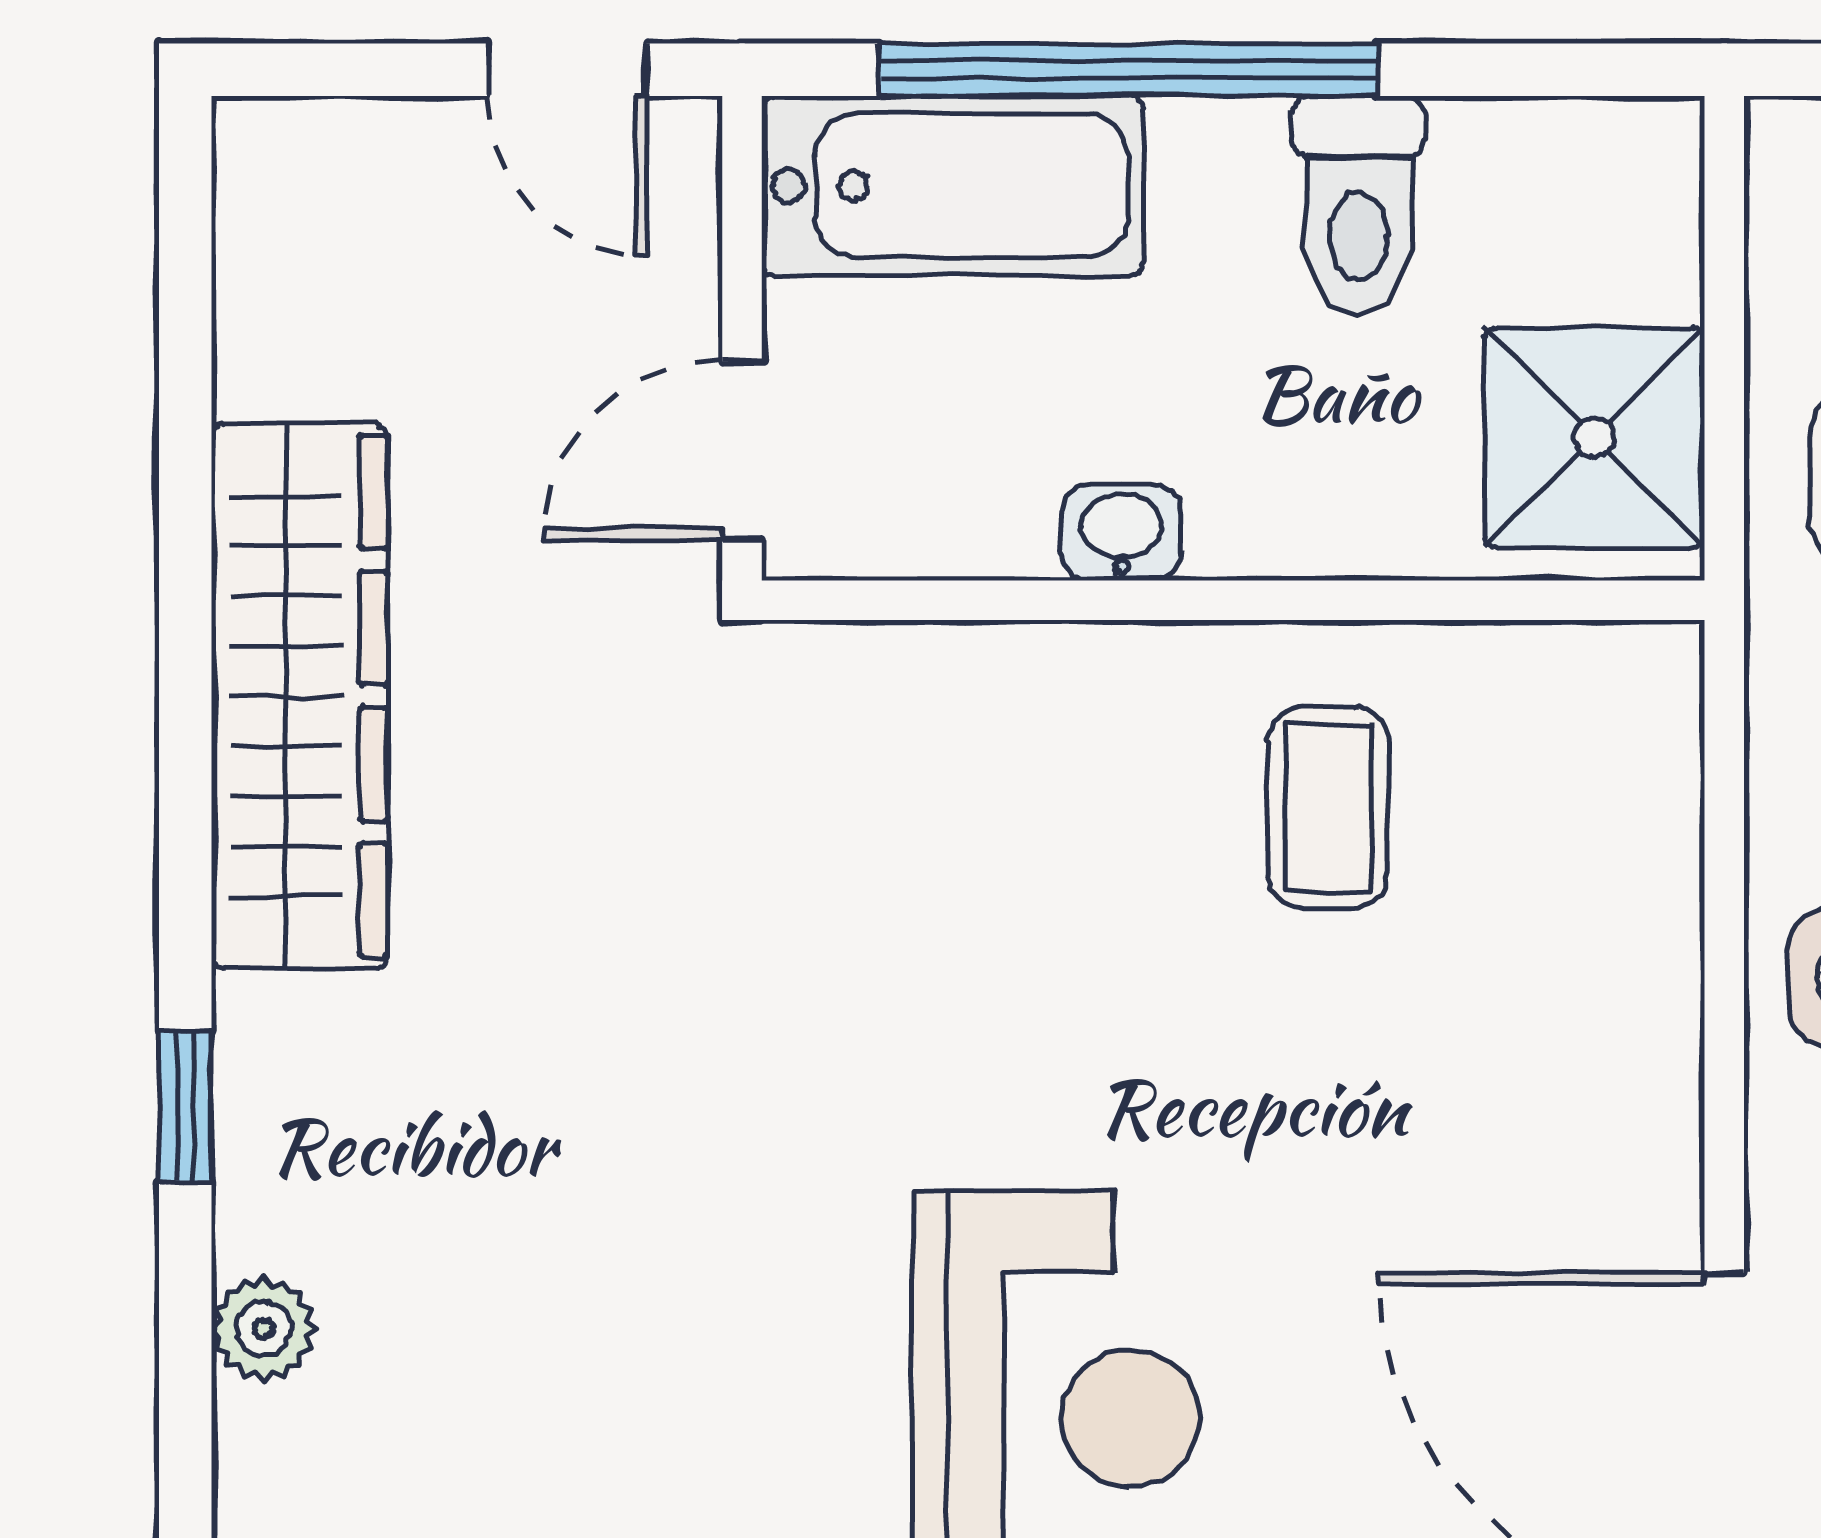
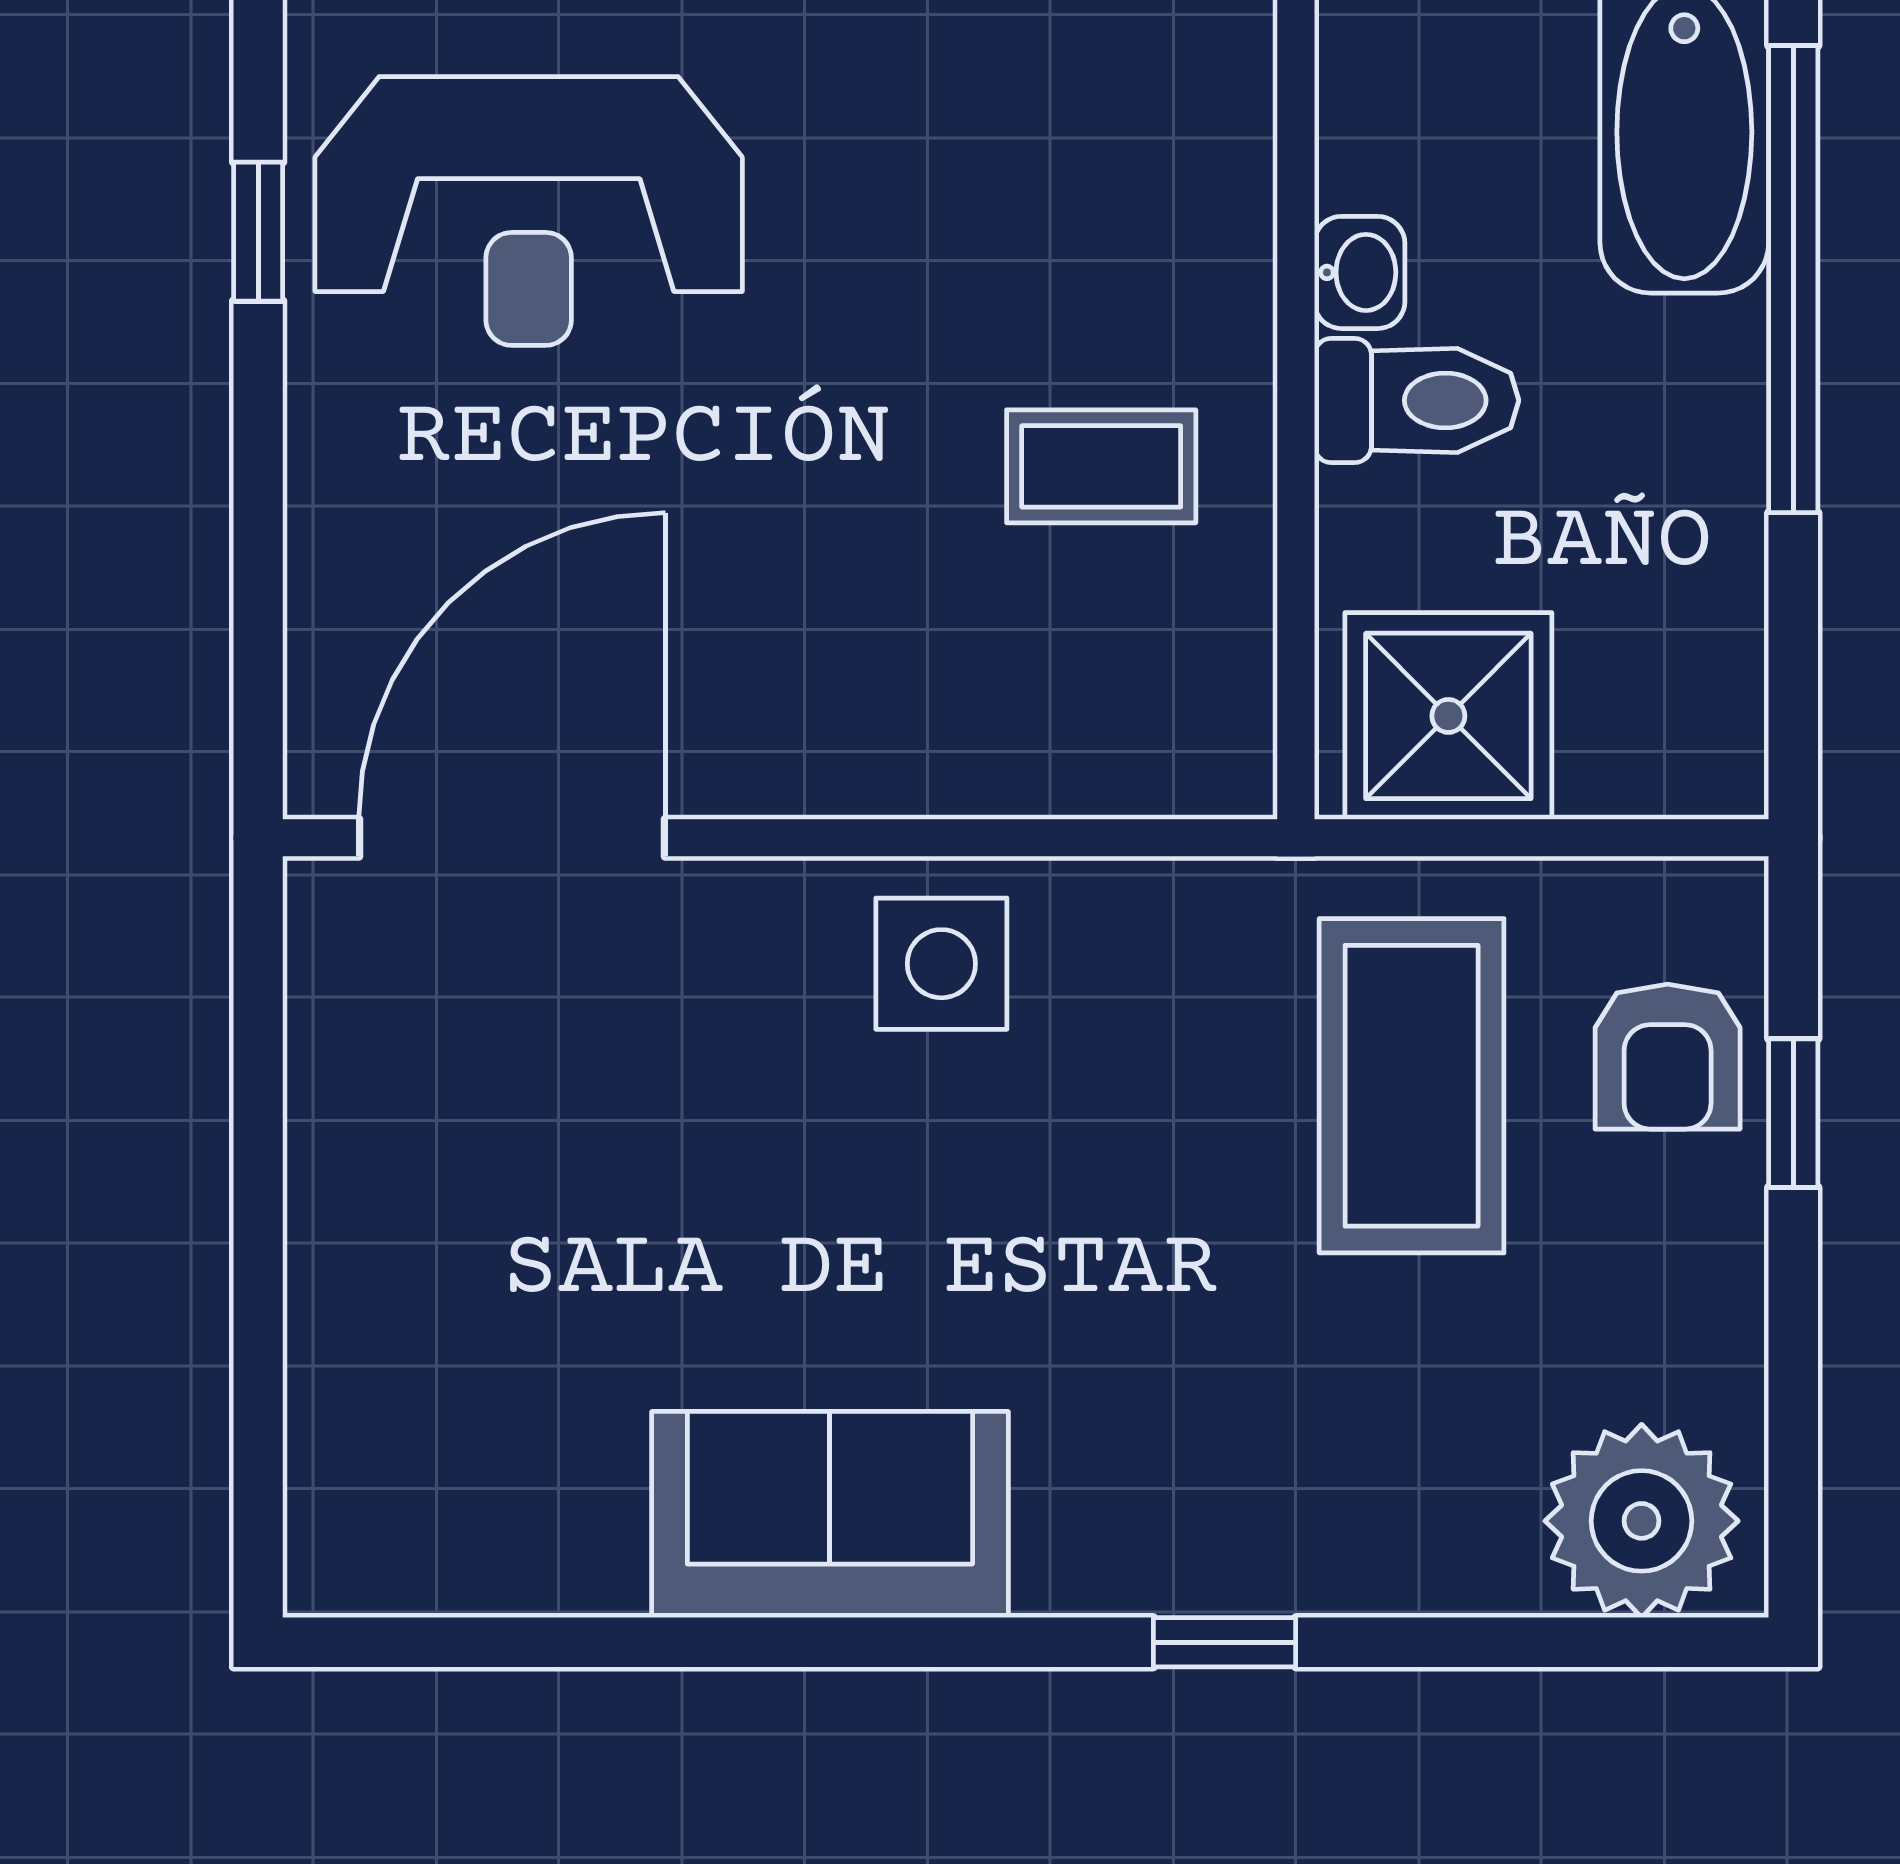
toilet: (1358, 205) -> (1417, 400), moved, turned 180

